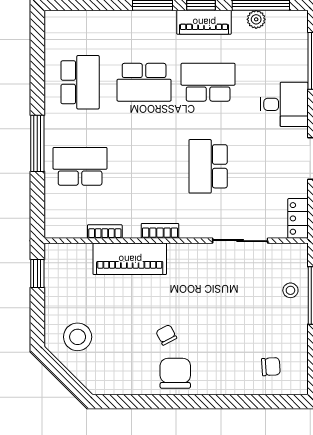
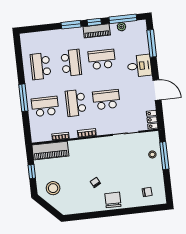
school desk: (80, 82) -> (41, 66), turned 180
school desk: (144, 82) -> (71, 63), turned -90
school desk: (144, 166) -> (76, 103), added
school desk: (208, 166) -> (106, 100), turned 90
piano: (130, 259) -> (50, 151), moved
window: (37, 274) -> (32, 172), moved
chair: (175, 373) -> (113, 200), moved

